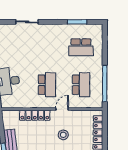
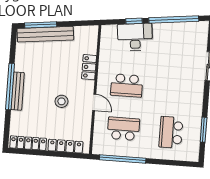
school desk: (81, 85) -> (123, 129), turned 180
locker: (35, 115) -> (89, 67), width x0.66

